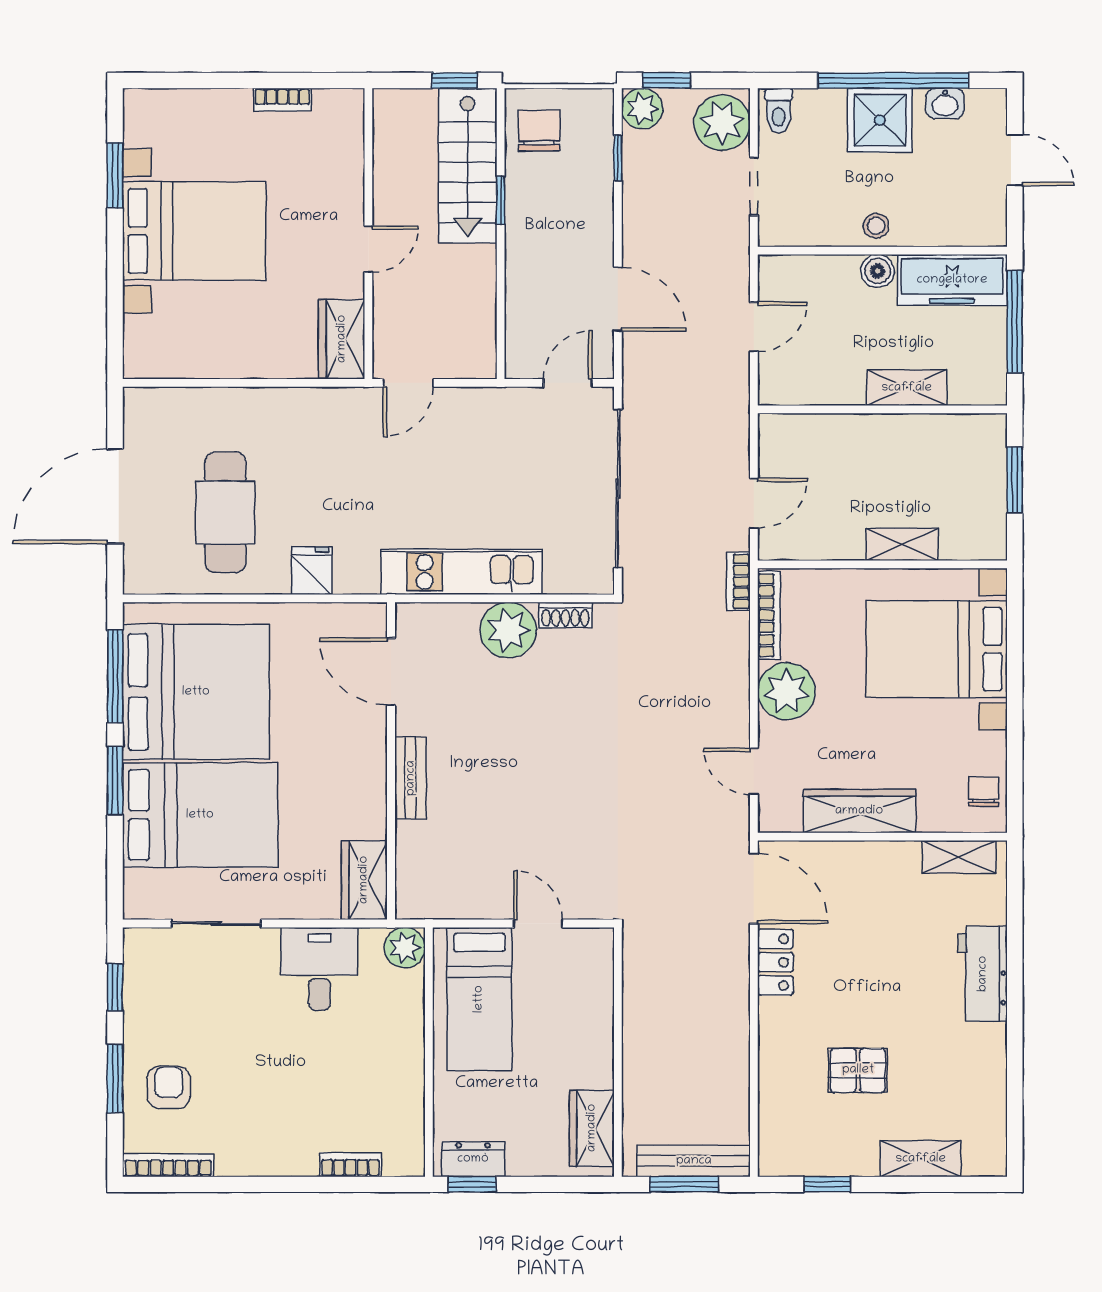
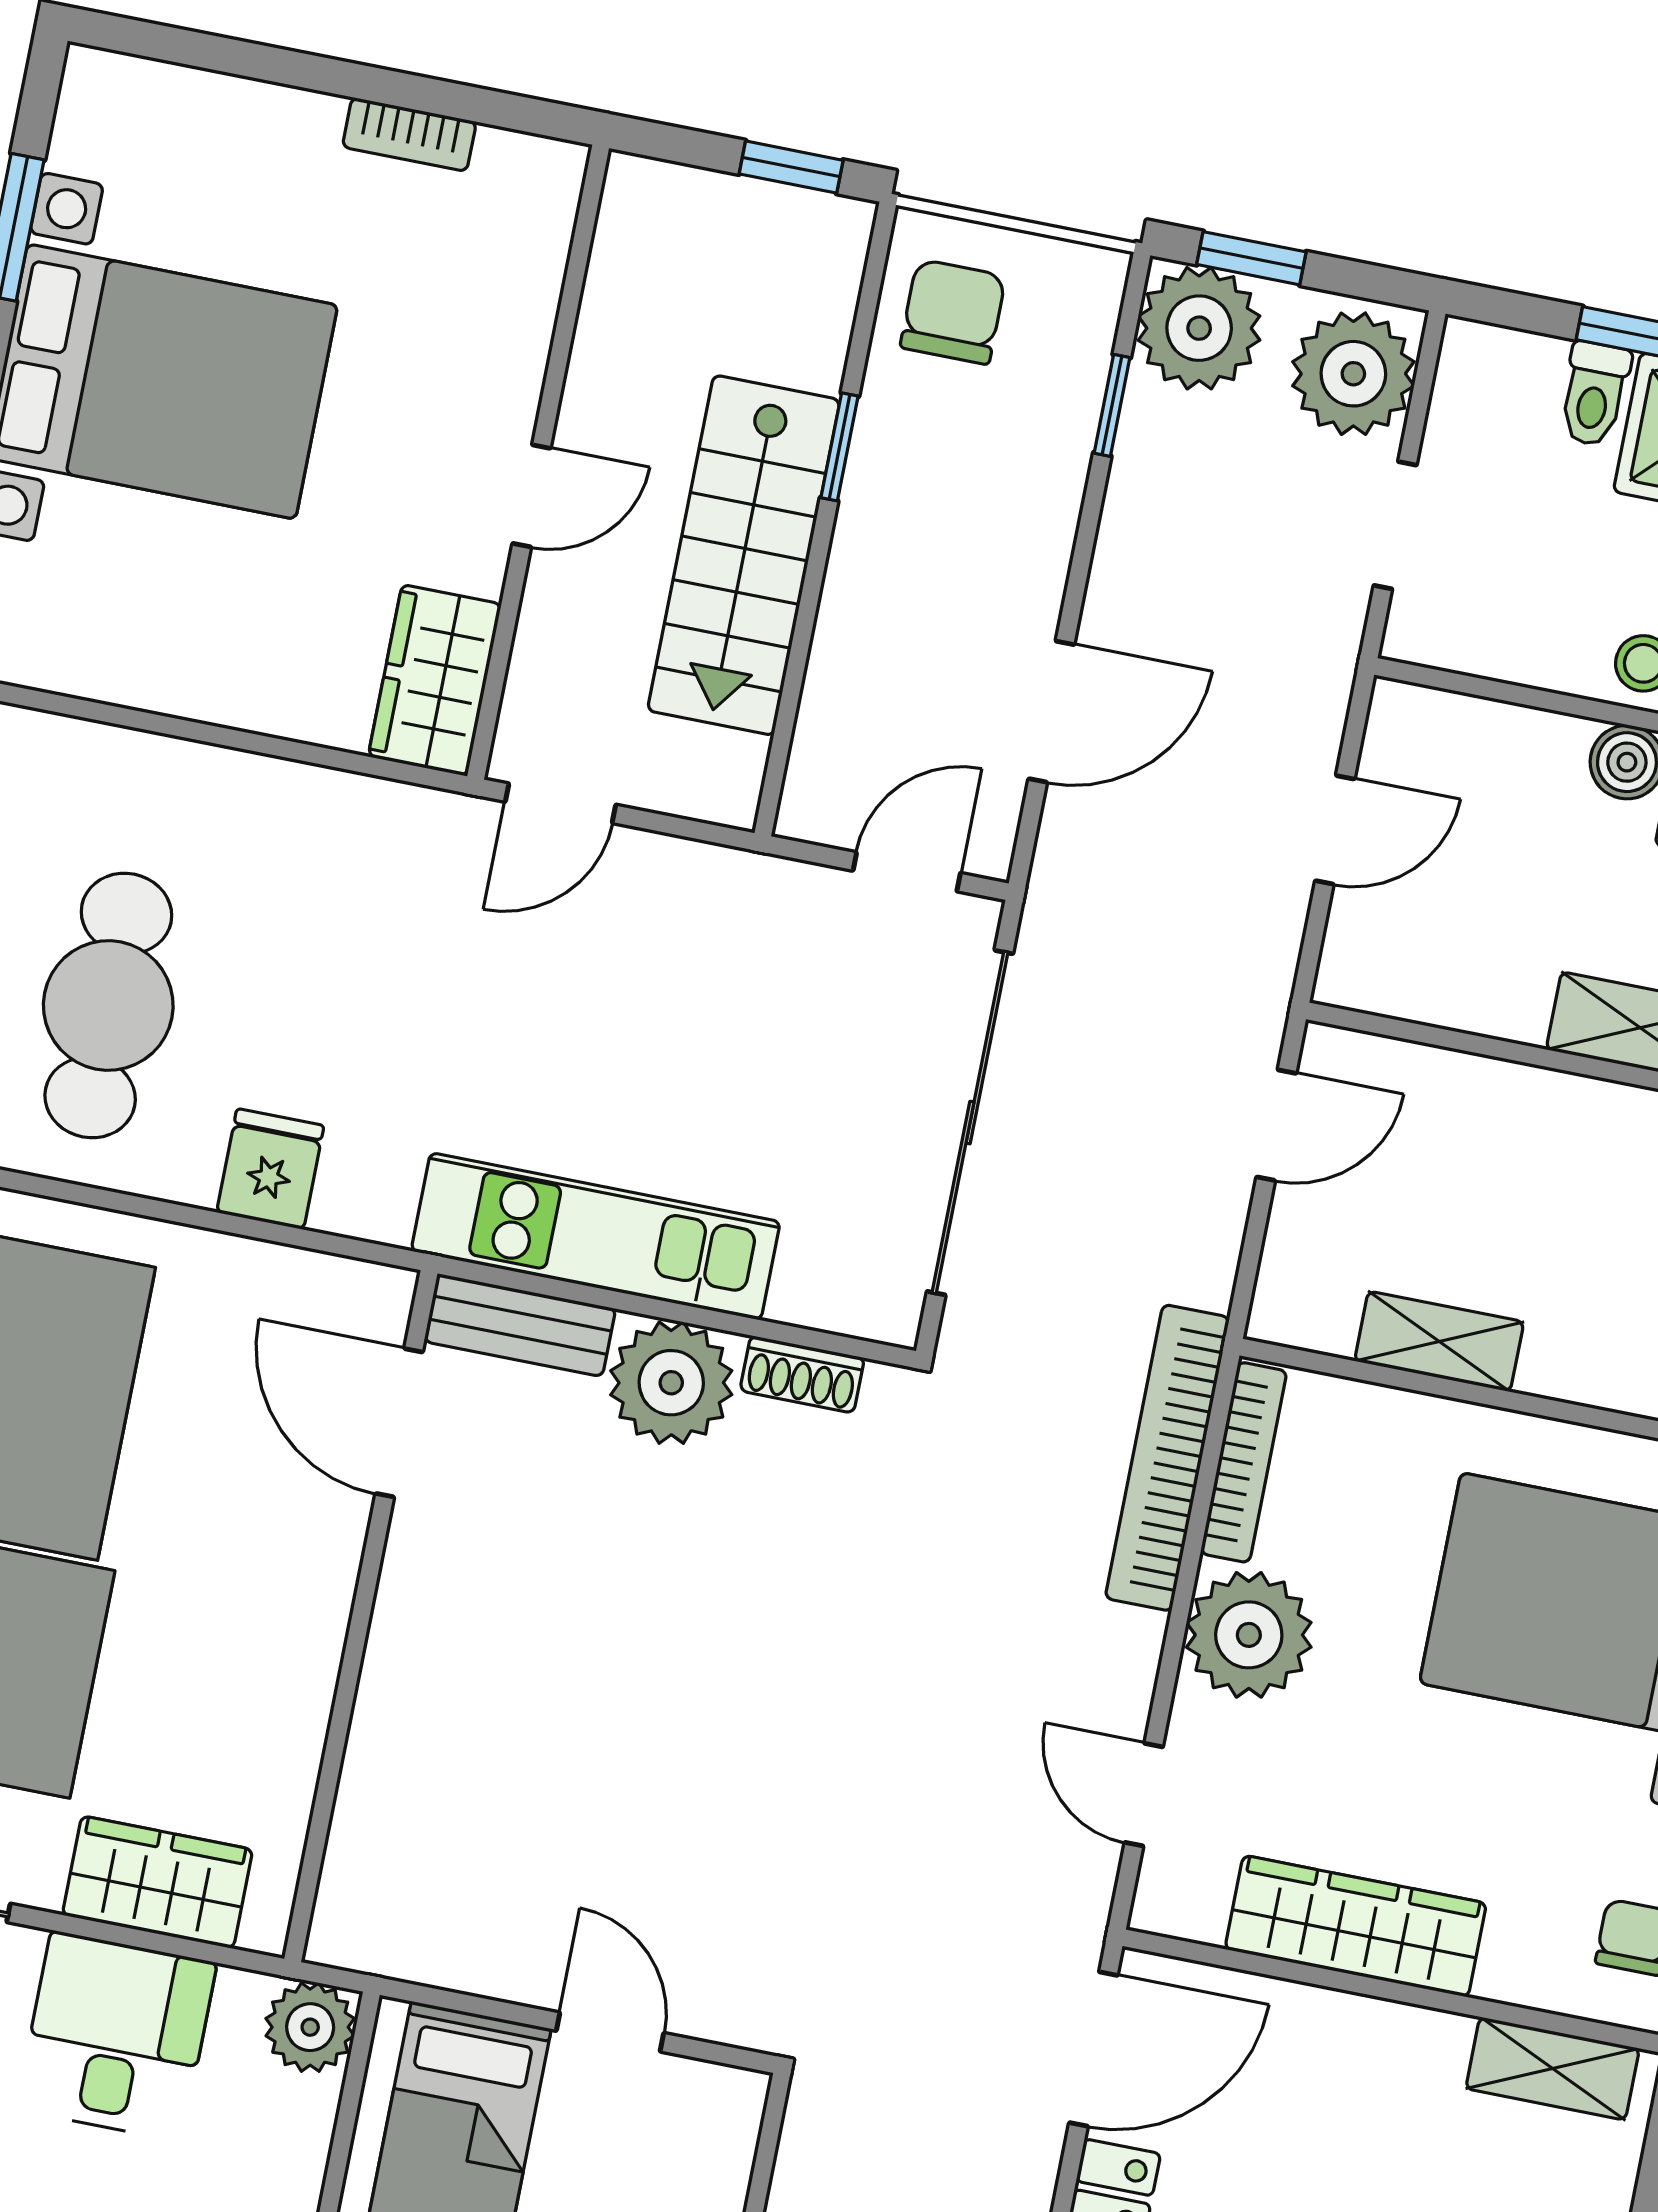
plant: (642, 109) -> (1199, 328), width x1.36, depth x1.36
toilet: (779, 111) -> (1594, 394), moved
stairs: (468, 165) -> (744, 555), moved
door: (618, 299) -> (1051, 712), hinge flipped
door: (754, 503) -> (1276, 1125), moved
shelving: (902, 544) -> (1439, 1341), moved
bookcase: (738, 581) -> (1167, 1458), width x2.31, depth x1.31
bench: (411, 778) -> (520, 1325), moved, turned 90
wardrobe: (364, 880) -> (157, 1882), moved, turned 90
door: (754, 889) -> (1093, 2049), hinge flipped

